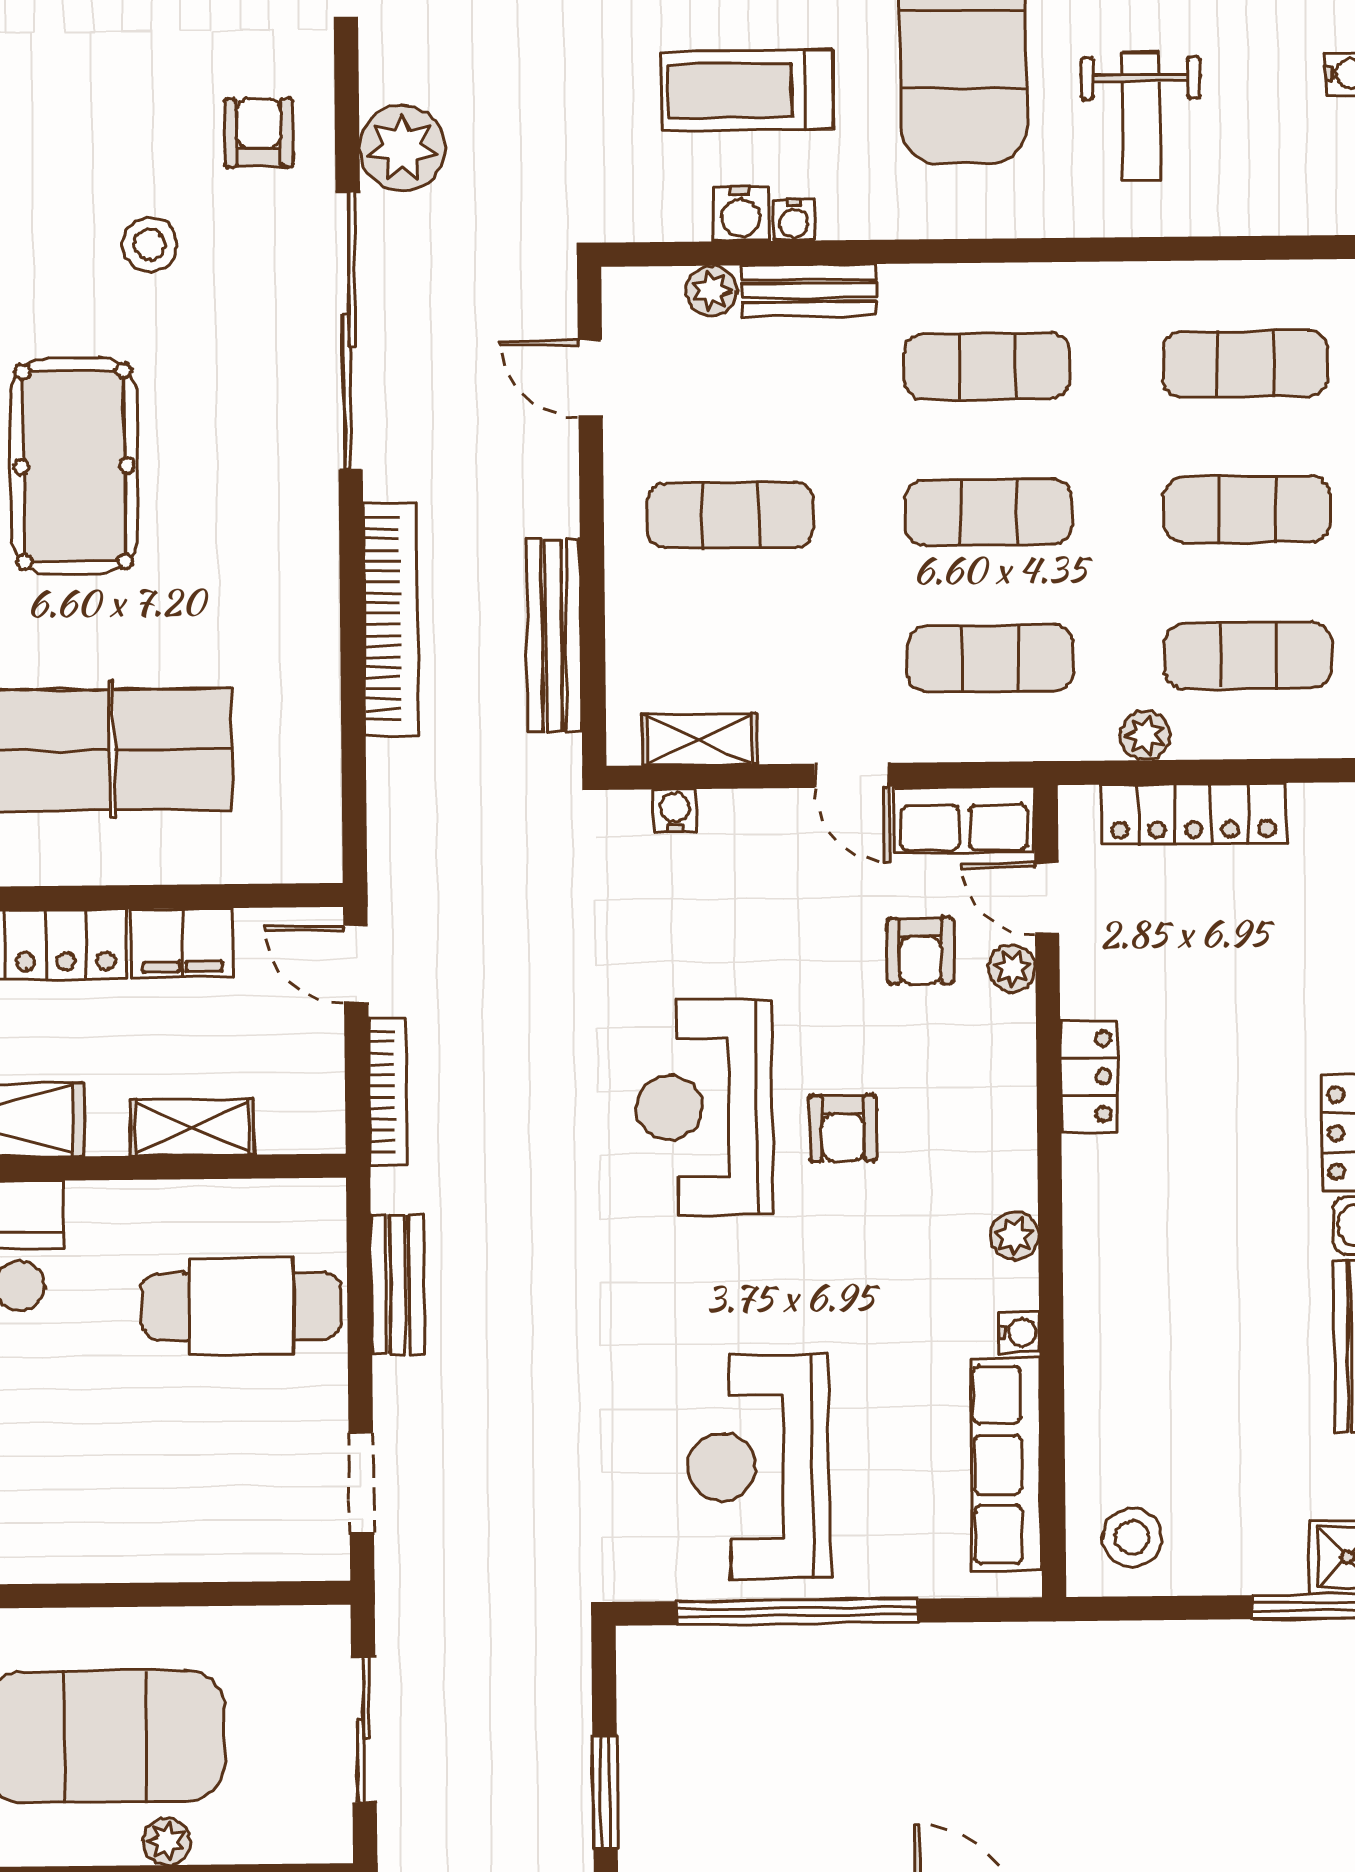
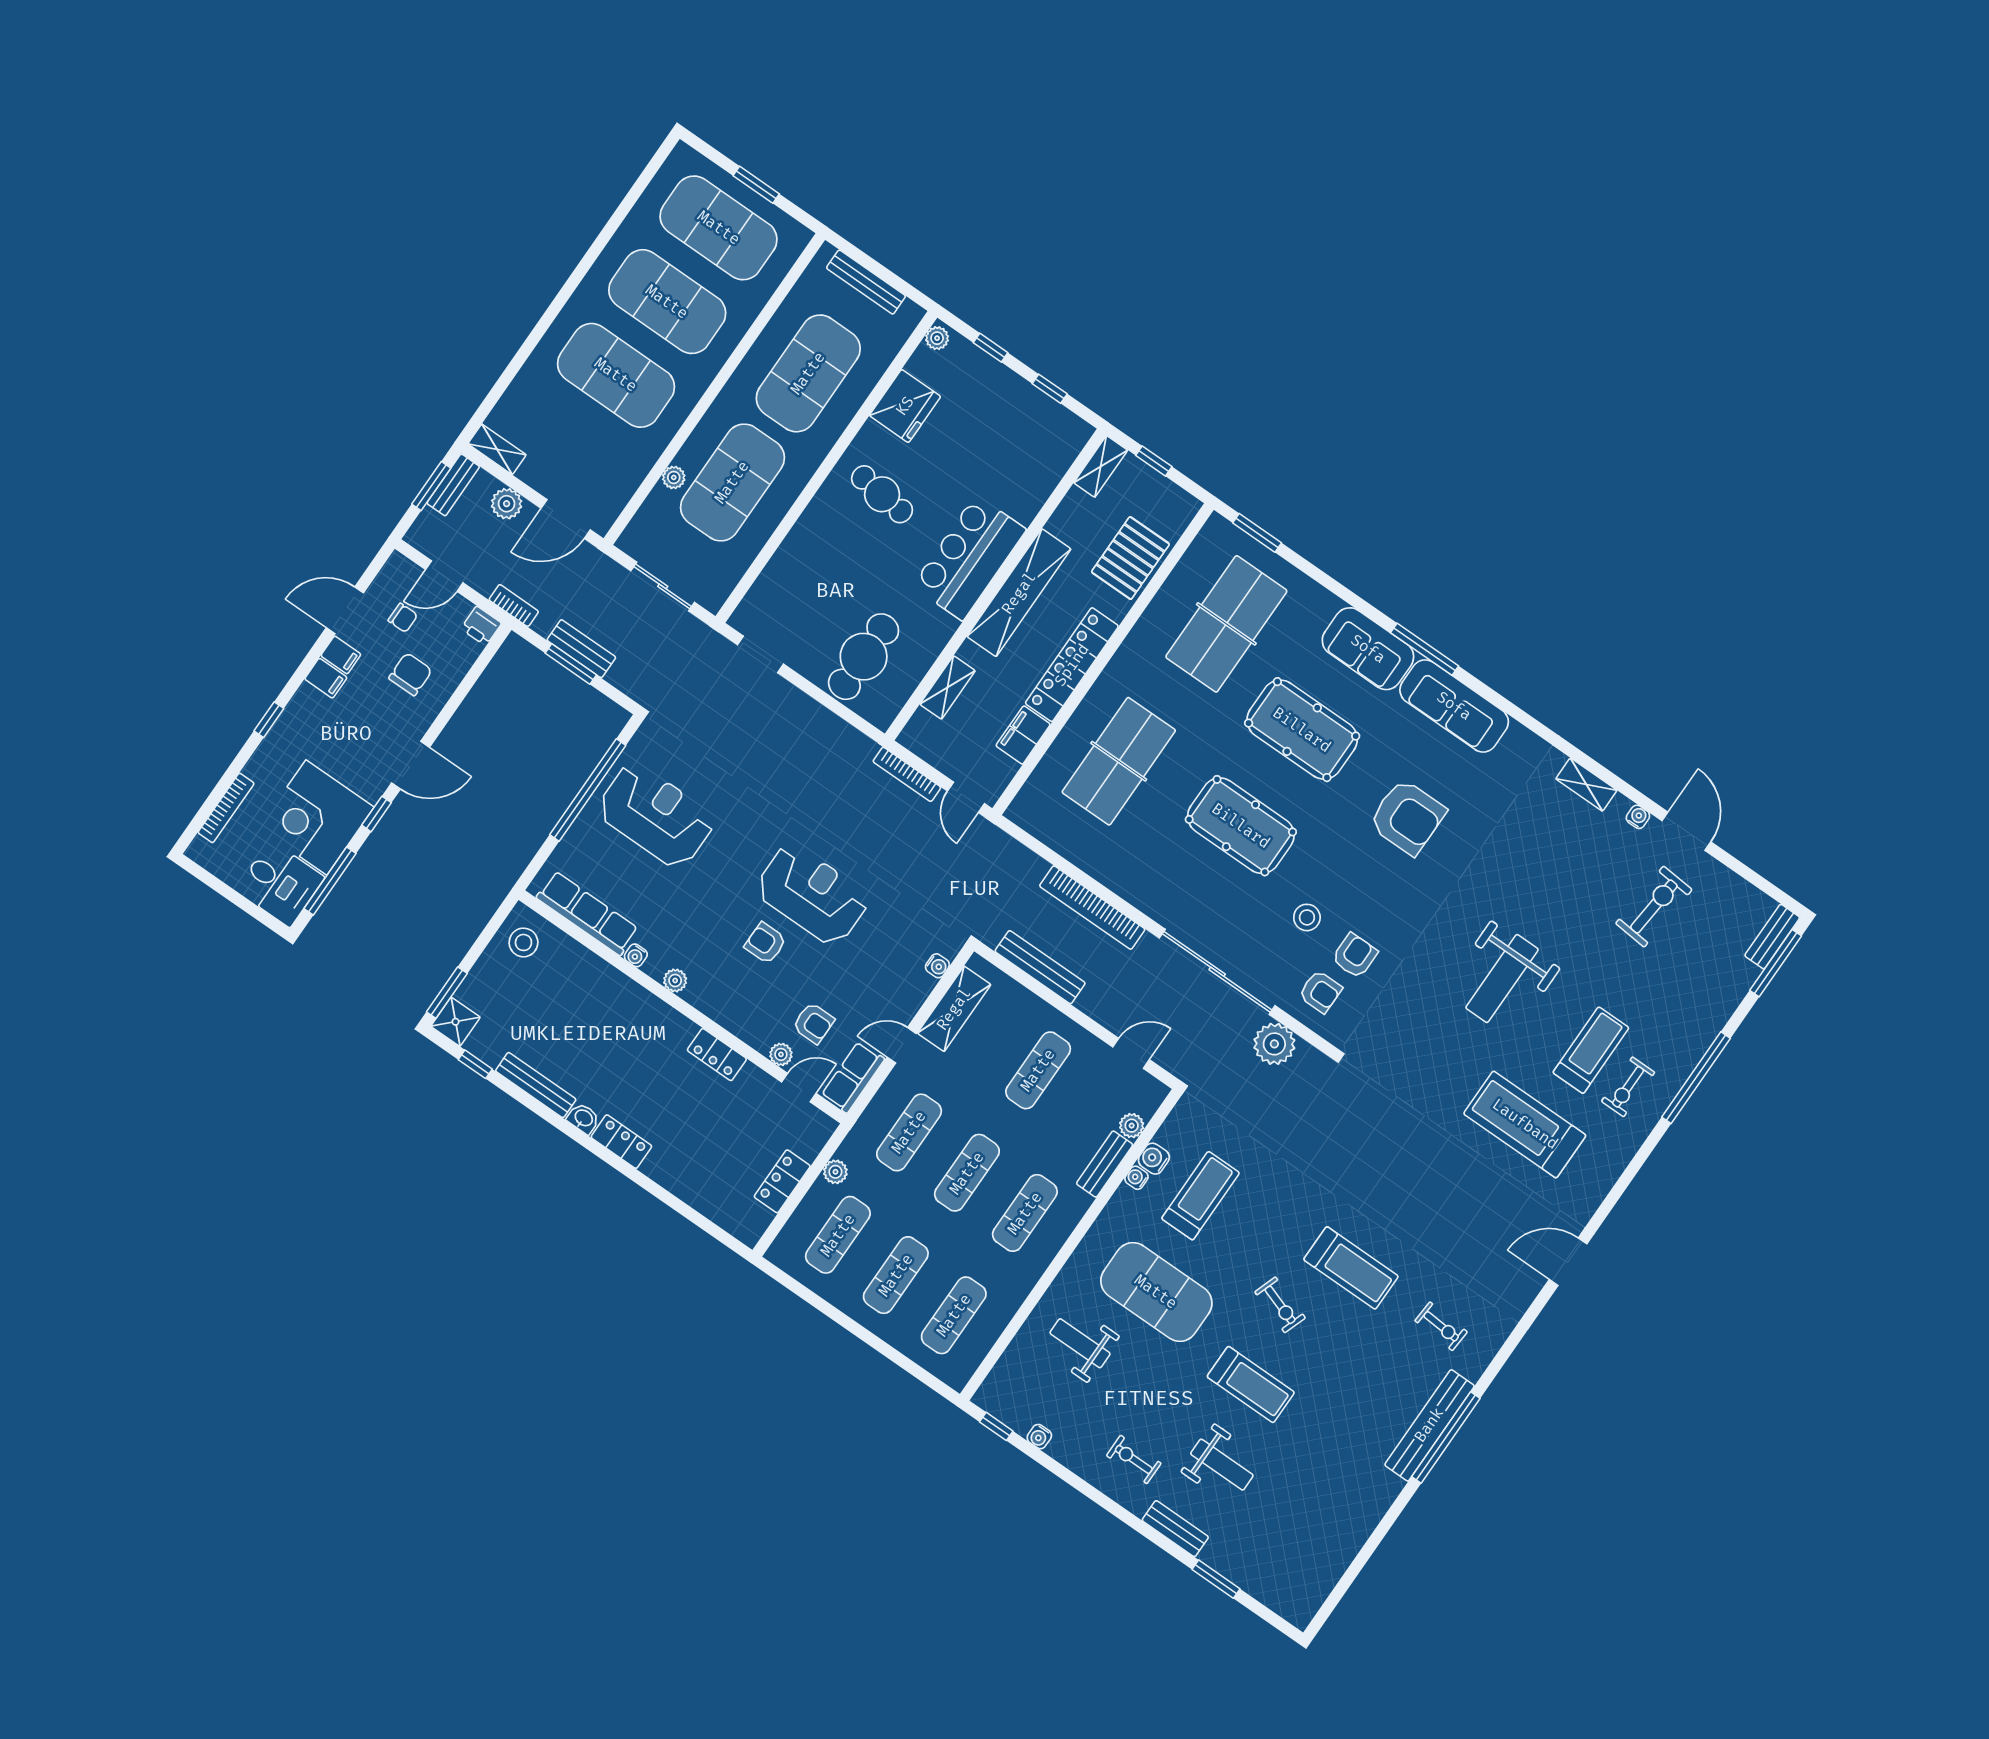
armchair: (157, 118) -> (1355, 956), added
shelving: (699, 739) -> (954, 1009), width x1.50, depth x1.33
locker: (1193, 814) -> (782, 1181), width x0.66
armchair: (920, 951) -> (813, 1023), turned 180
door: (356, 964) -> (966, 797), swing flipped
bench: (398, 1284) -> (581, 649), moved

